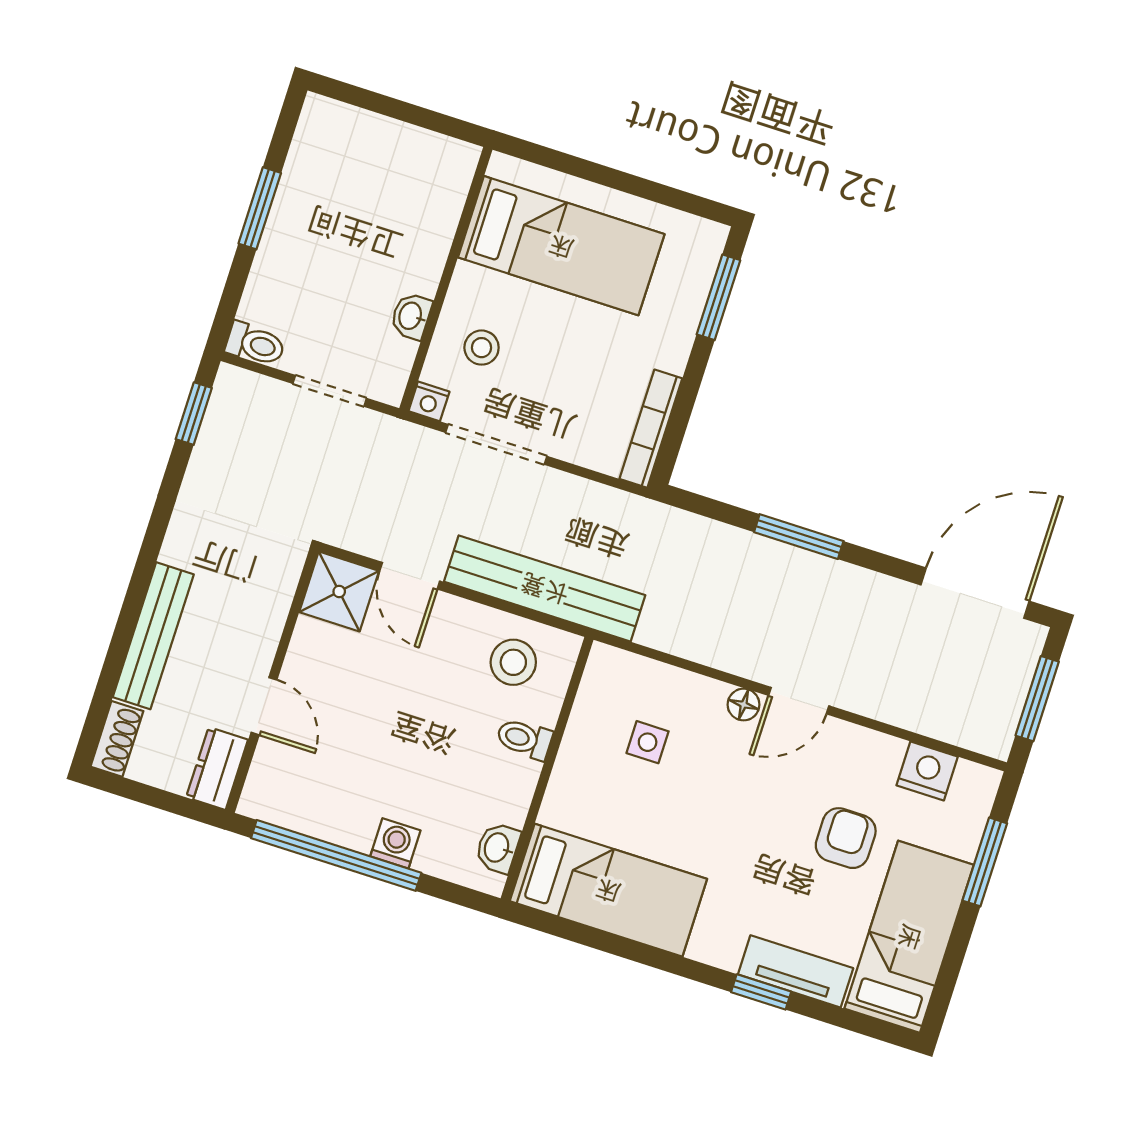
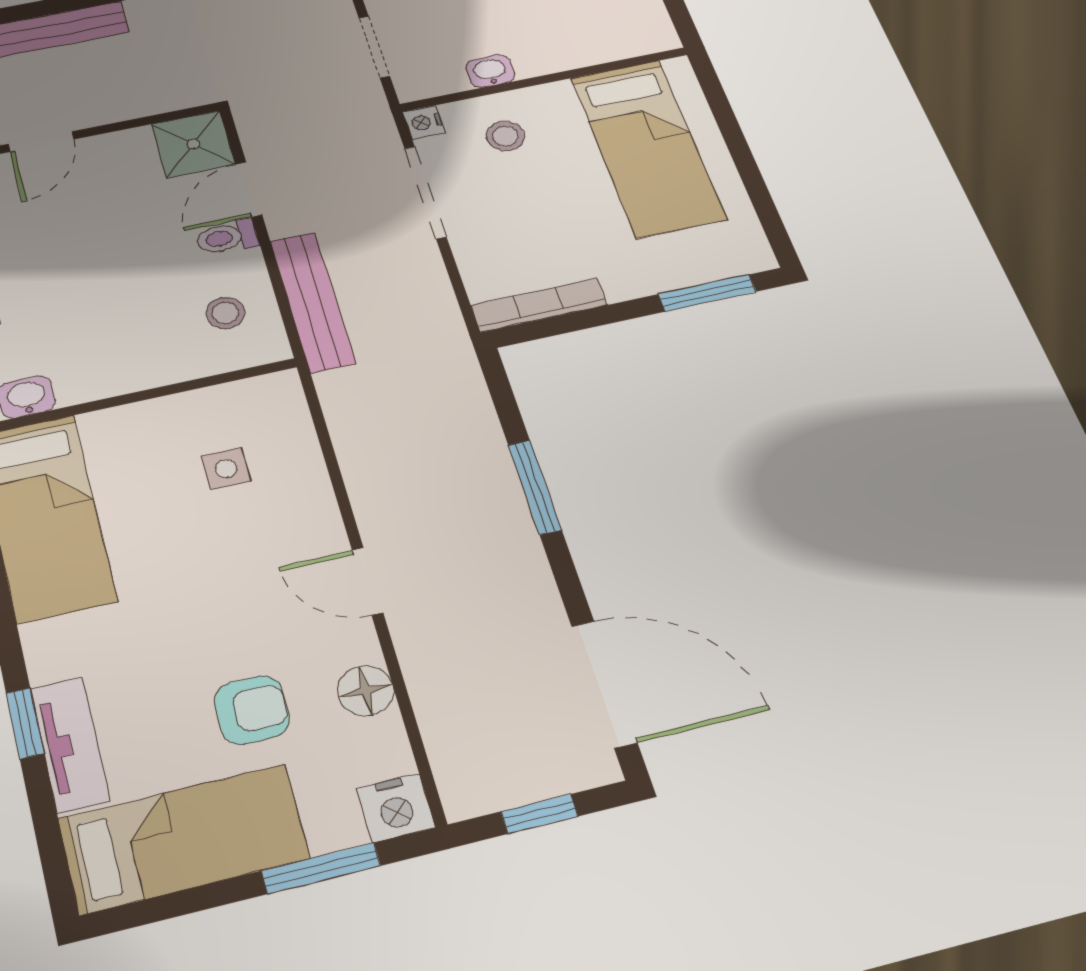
bench: (545, 588) -> (313, 302), width x0.73, depth x0.82
stool: (513, 662) -> (225, 313), width x0.73, depth x0.73
window: (1037, 699) -> (539, 814), width x0.67
floor lamp: (744, 705) -> (366, 691), moved, width x1.37, depth x1.37
toilet: (524, 739) -> (227, 237), moved, turned -90
nightstand: (927, 771) -> (396, 808), moved, turned 90

